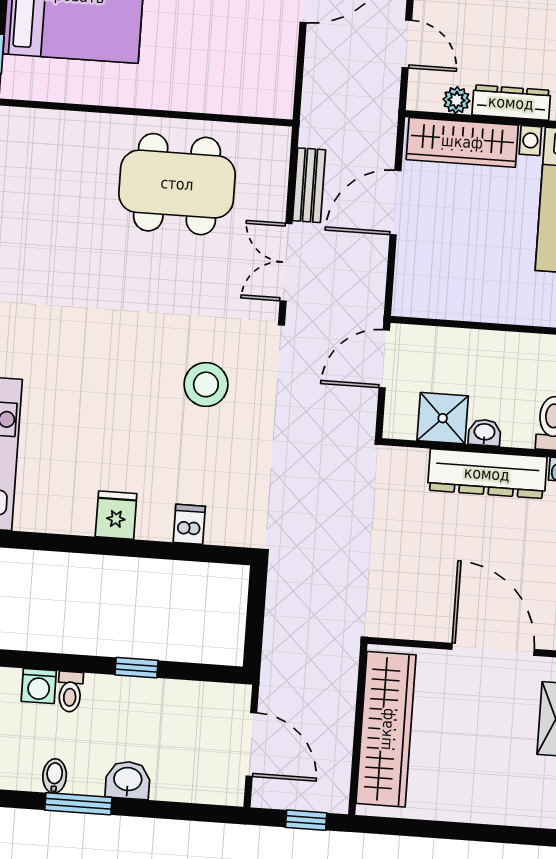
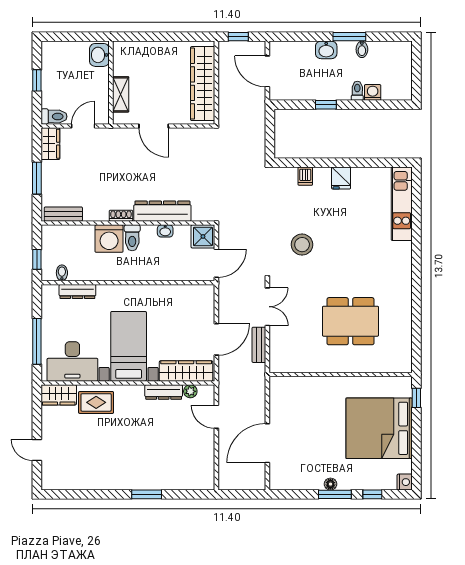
dining table: (177, 184) -> (350, 321), moved
shower: (443, 418) -> (203, 236), moved
door: (493, 649) -> (154, 126), width x0.73

